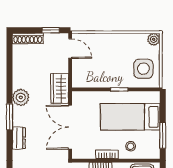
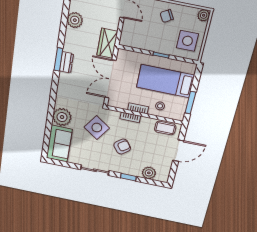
chair: (116, 47) -> (167, 16), added
plant: (21, 97) -> (75, 20), moved
dresser: (19, 138) -> (66, 62), moved

